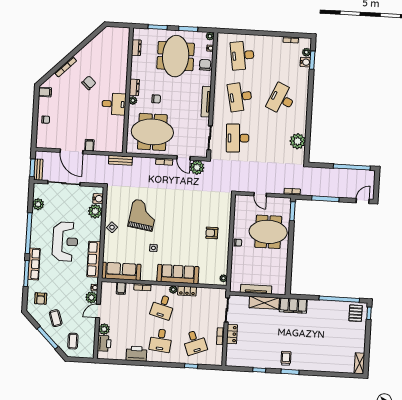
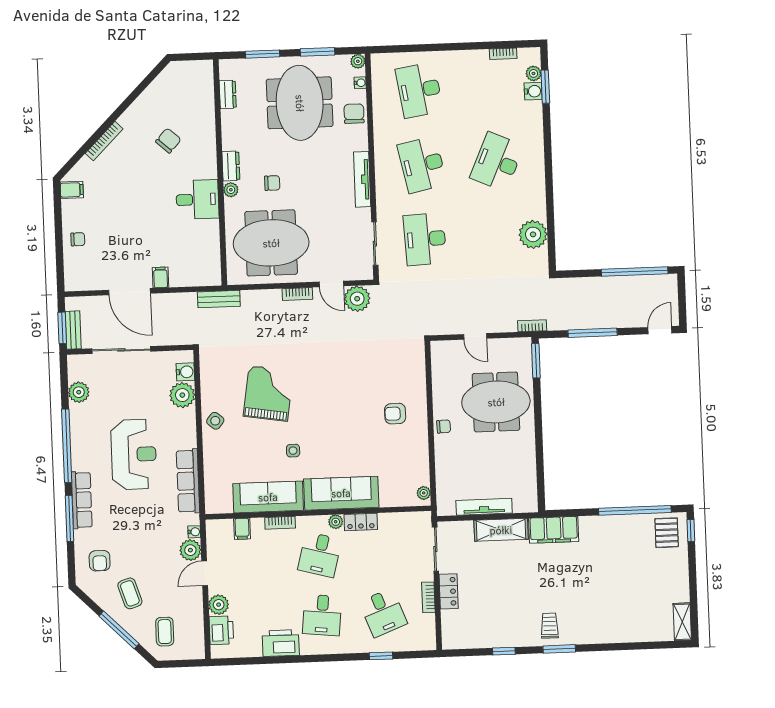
chair: (89, 83) -> (168, 141), moved
sofa: (121, 271) -> (268, 497), moved

